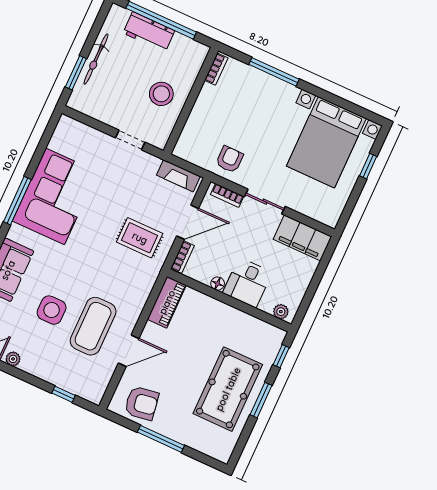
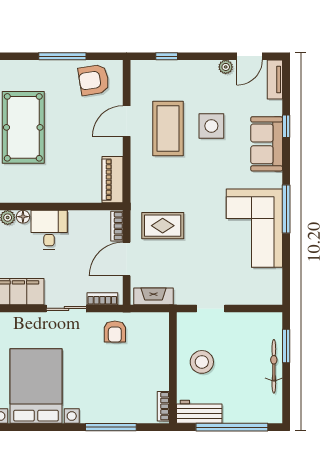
workbench: (149, 32) -> (199, 412), moved
floor lamp: (218, 284) -> (23, 217), moved

